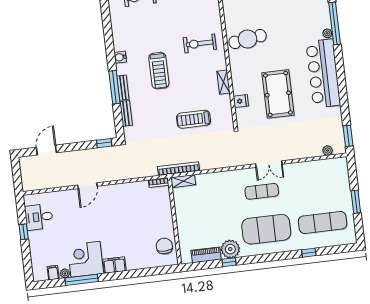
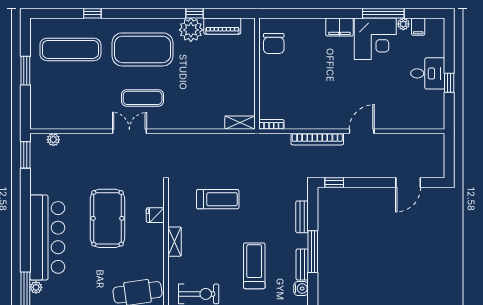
bench: (123, 88) -> (302, 264), moved
bookcase: (179, 169) -> (317, 139), moved
desk: (39, 217) -> (428, 73), moved

